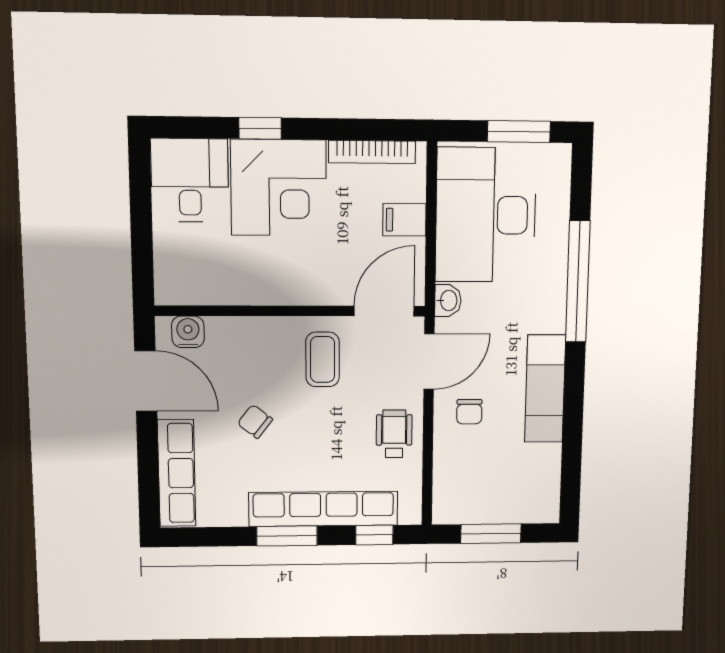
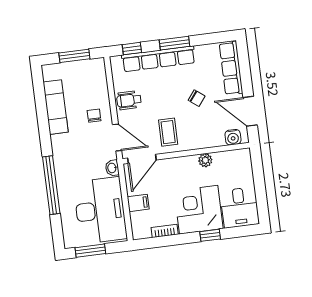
bookcase: (372, 152) -> (165, 231), width x0.64
plant: (252, 291) -> (205, 160), added
door: (429, 362) -> (117, 138), swing flipped
exam couch: (545, 389) -> (56, 107), moved
wheelchair: (394, 434) -> (129, 100), turned 90

